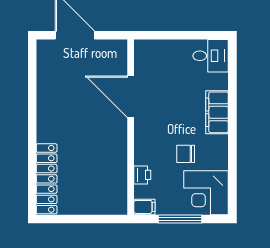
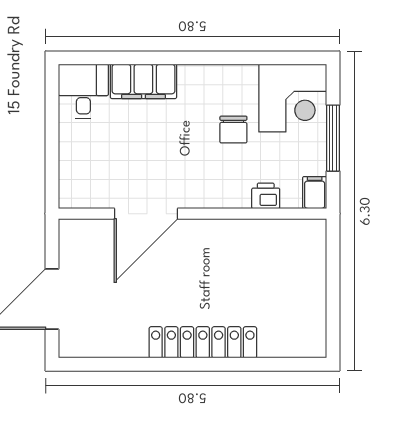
filing cabinet: (217, 112) -> (143, 81), moved
locker: (47, 179) -> (203, 342), moved

